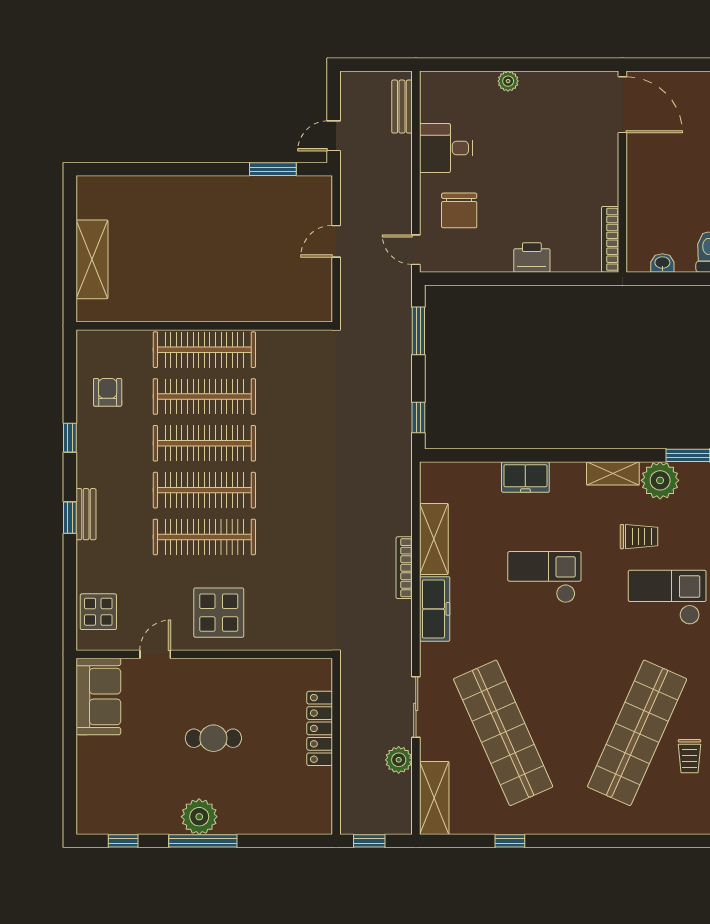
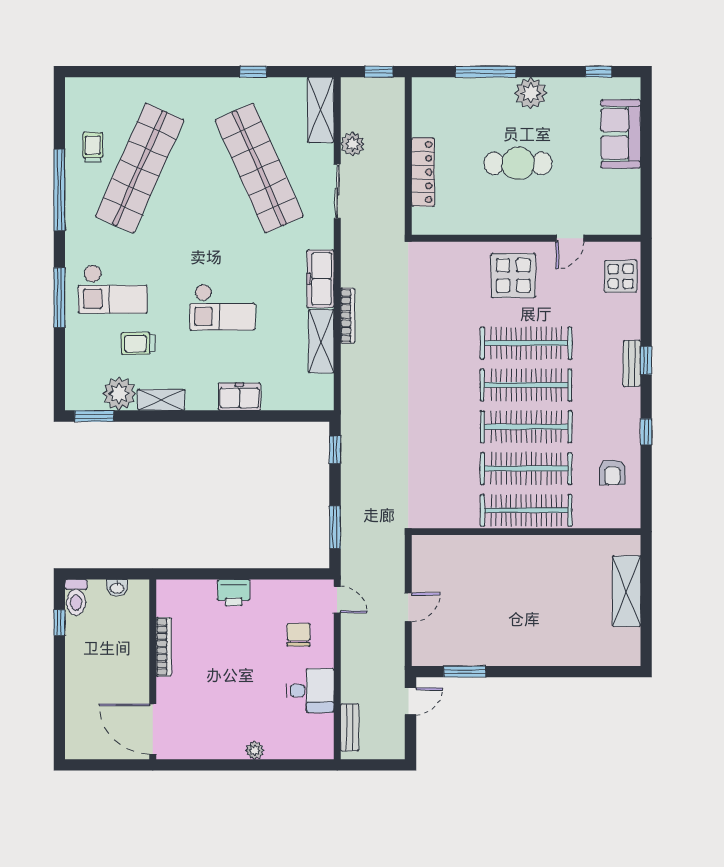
chair: (459, 210) -> (298, 635), width x0.73, depth x0.73
bookcase: (610, 239) -> (164, 647), moved
sofa: (98, 697) -> (621, 134), moved
cafe table: (213, 738) -> (518, 163), width x1.37, depth x1.35
window: (203, 841) -> (485, 72), moved

